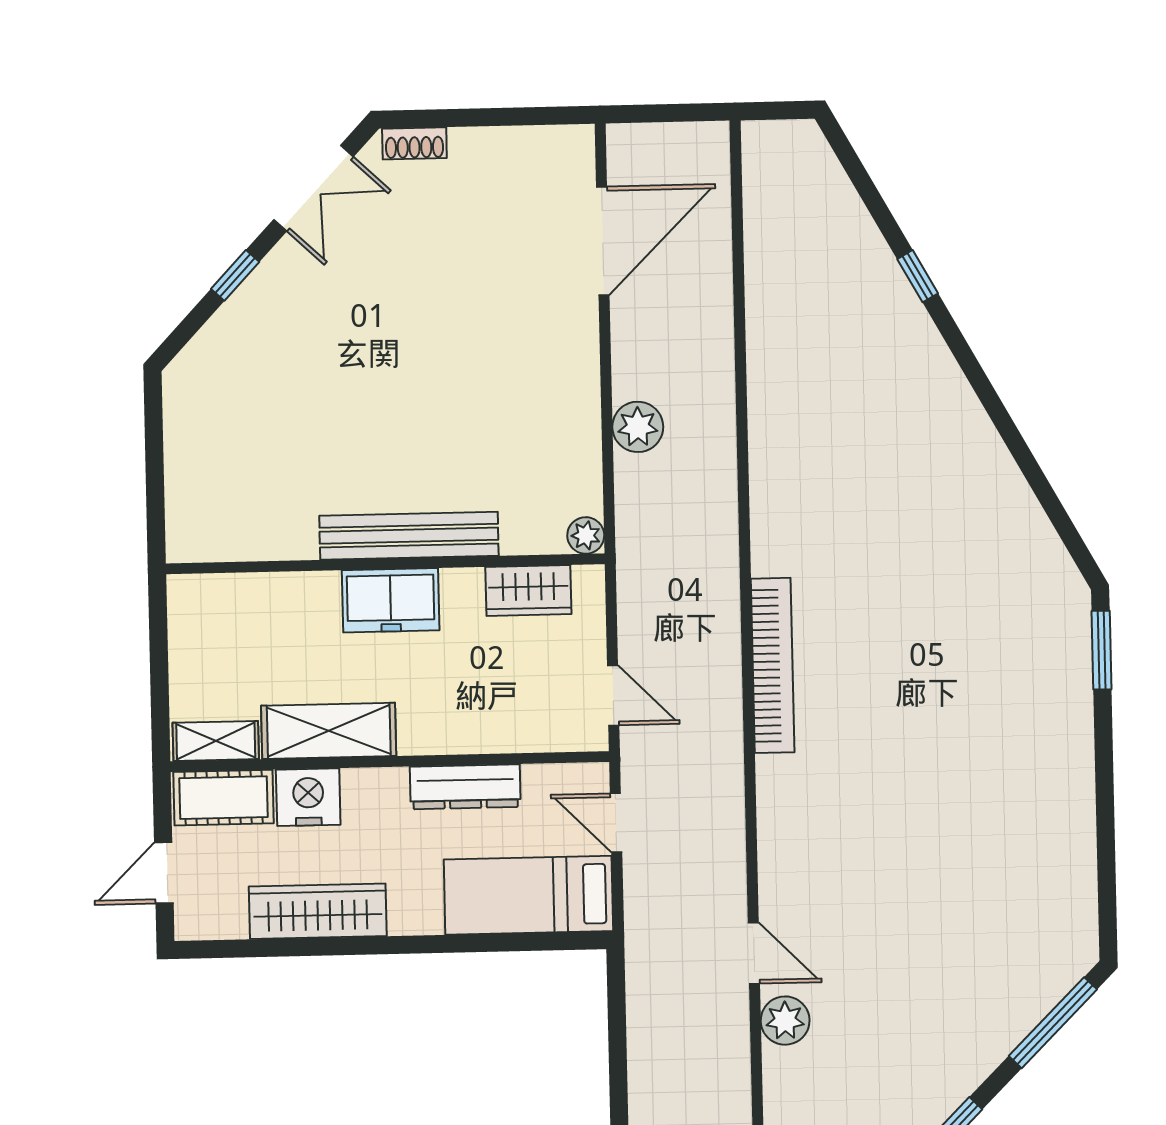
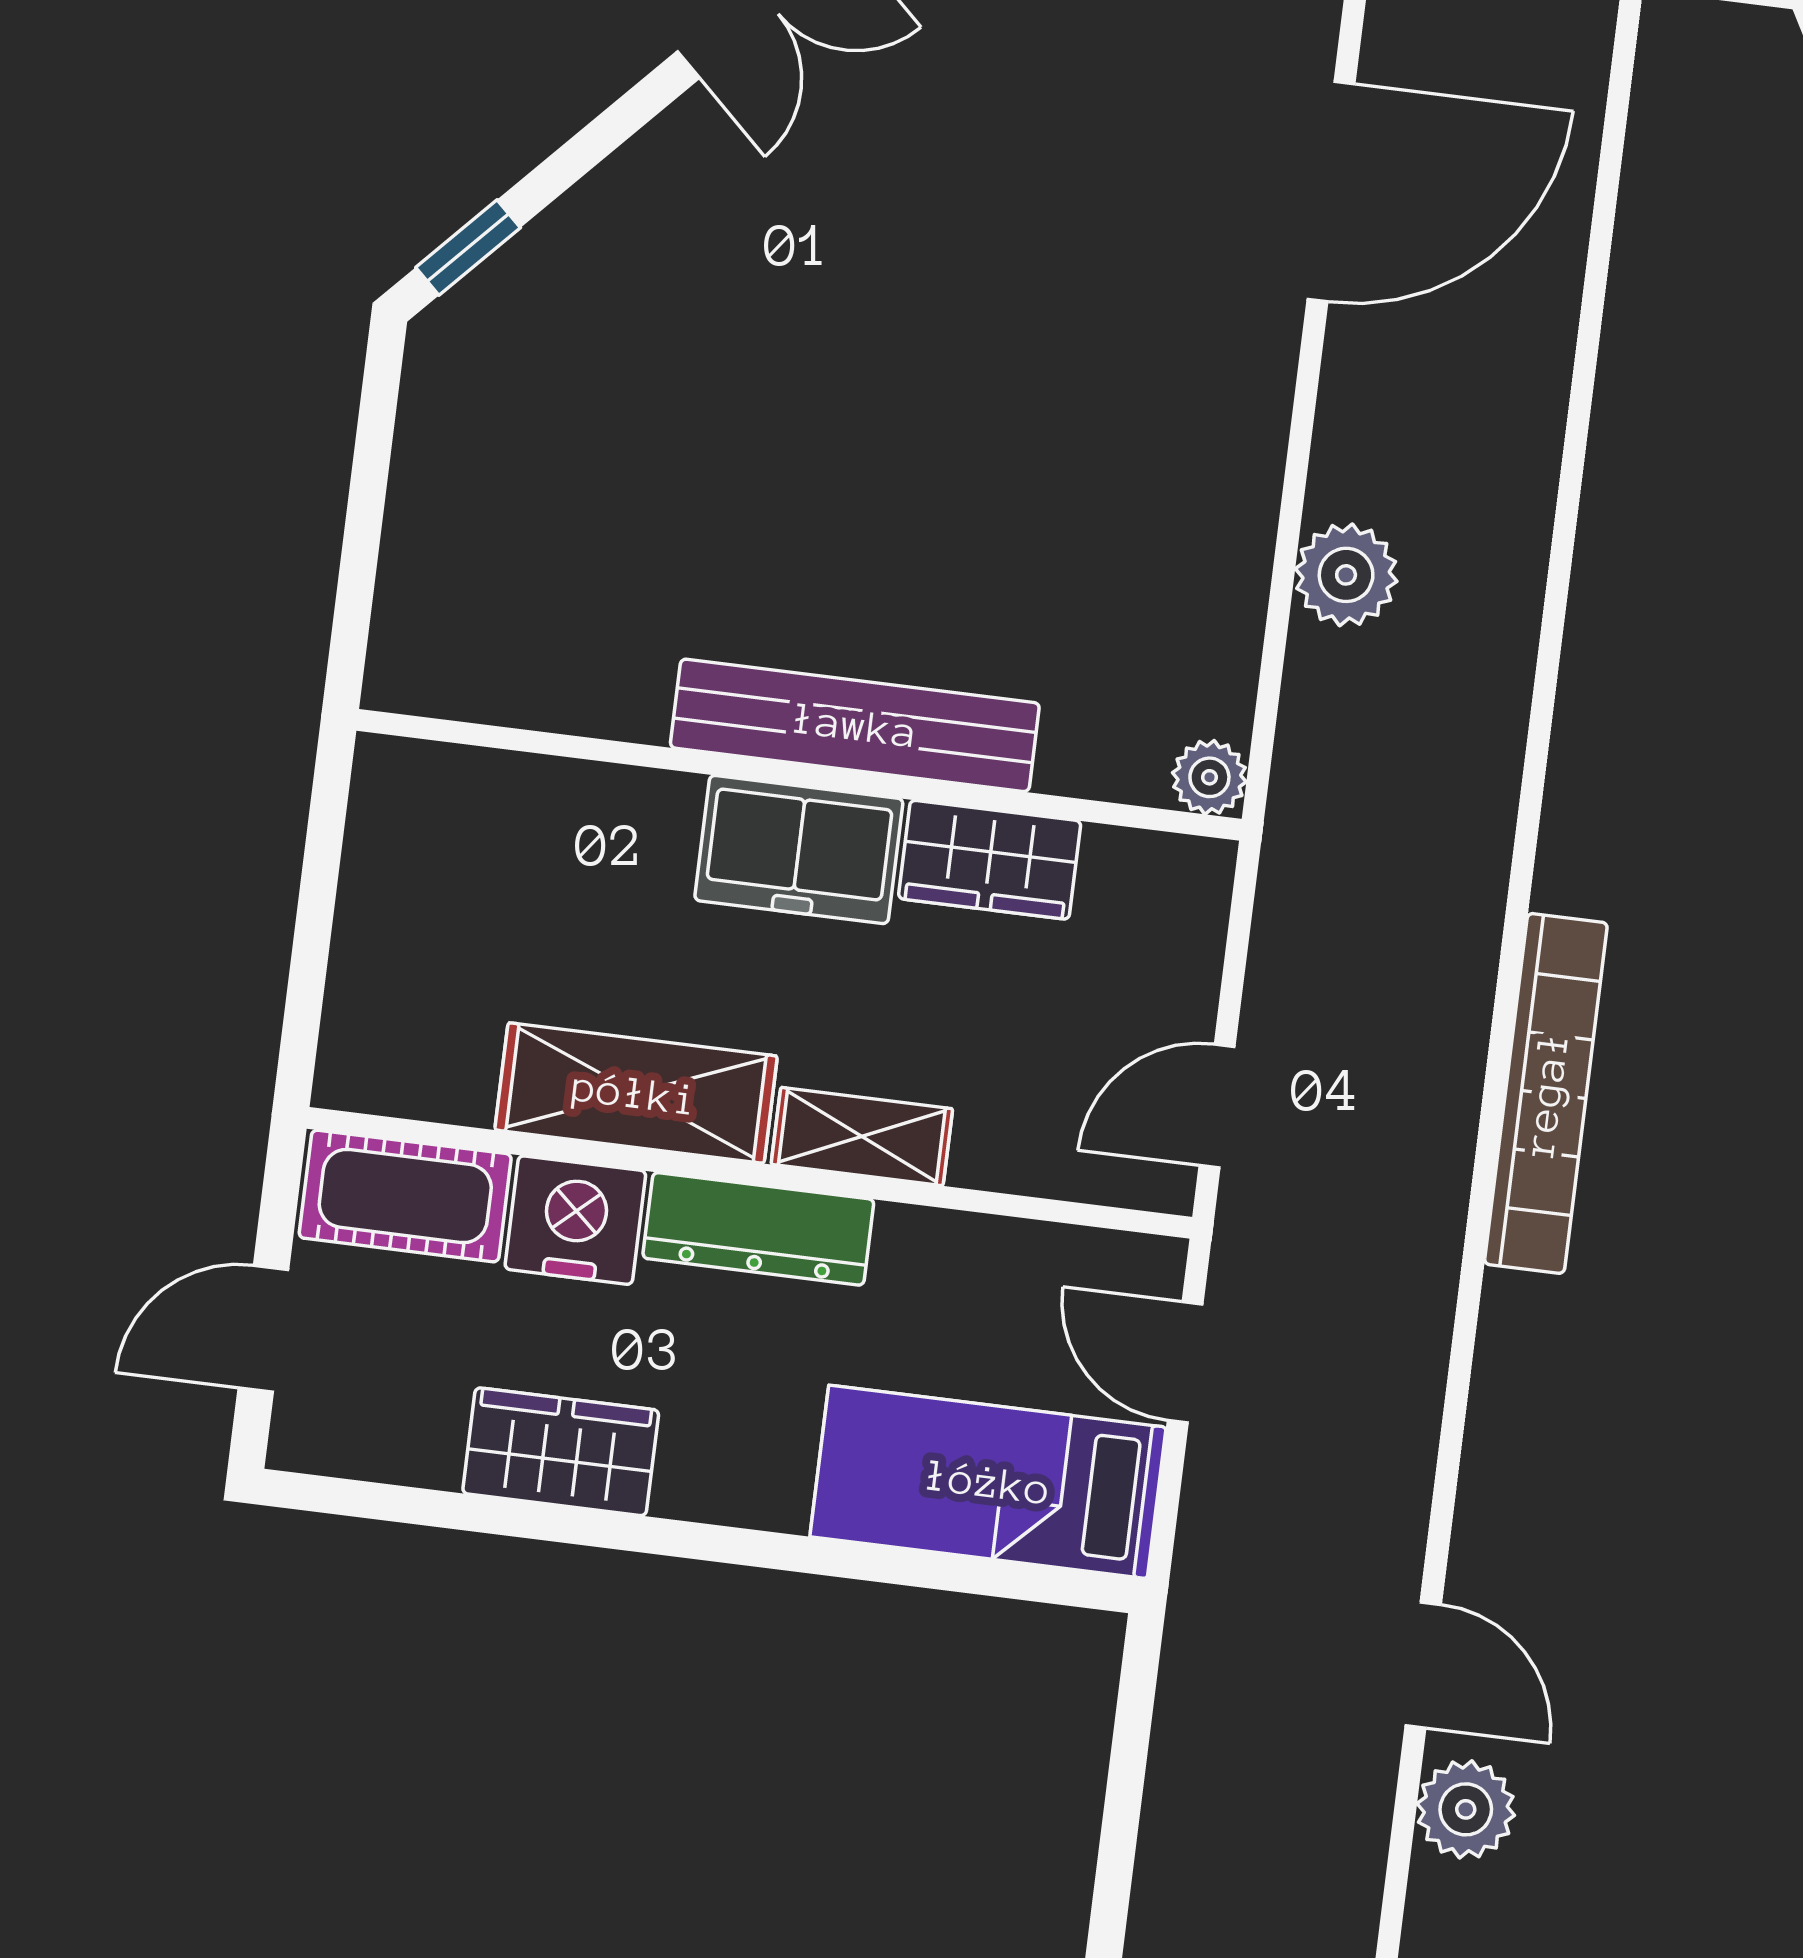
window: (235, 275) -> (468, 247), moved
wardrobe: (528, 591) -> (990, 860), moved
door: (613, 695) -> (1217, 1106), swing flipped
shelving: (216, 741) -> (862, 1137), moved
dresser: (465, 787) -> (758, 1229), moved
wardrobe: (318, 911) -> (561, 1452), width x0.67

